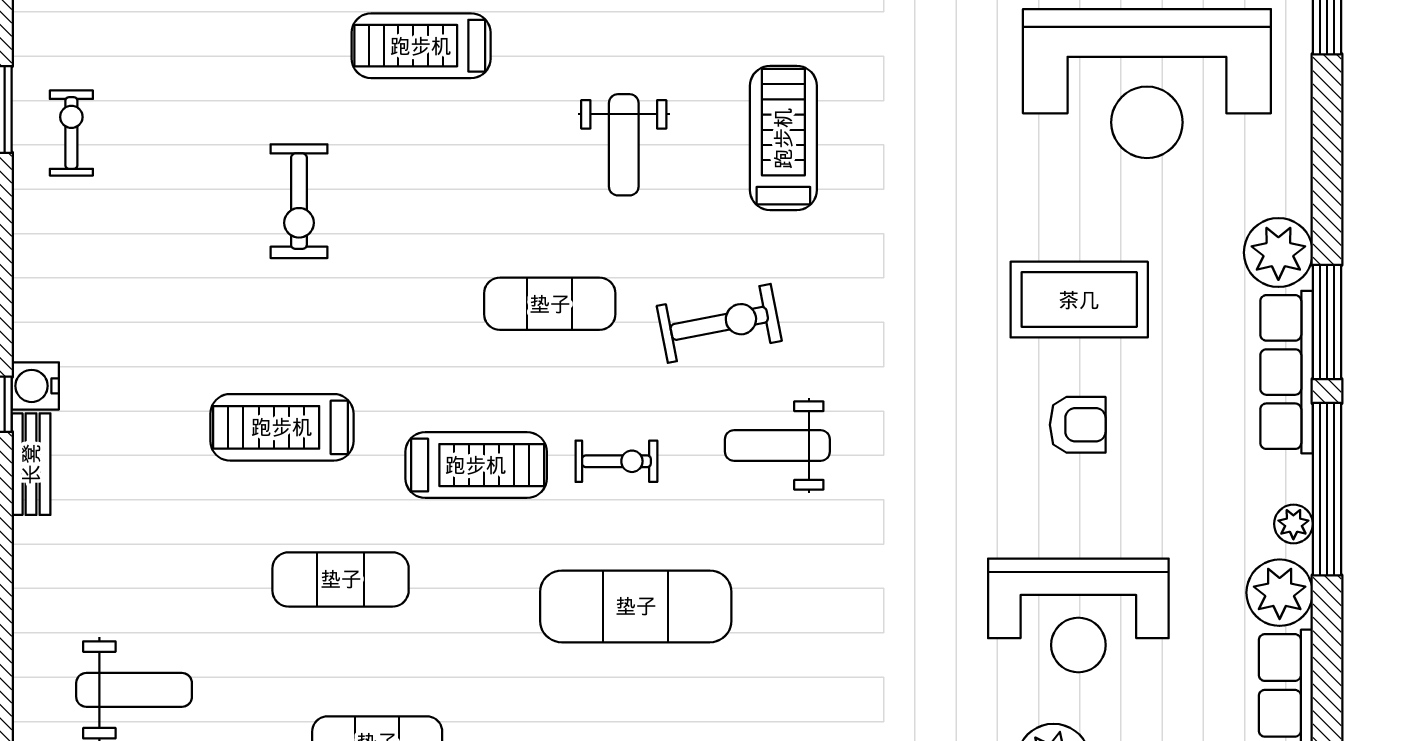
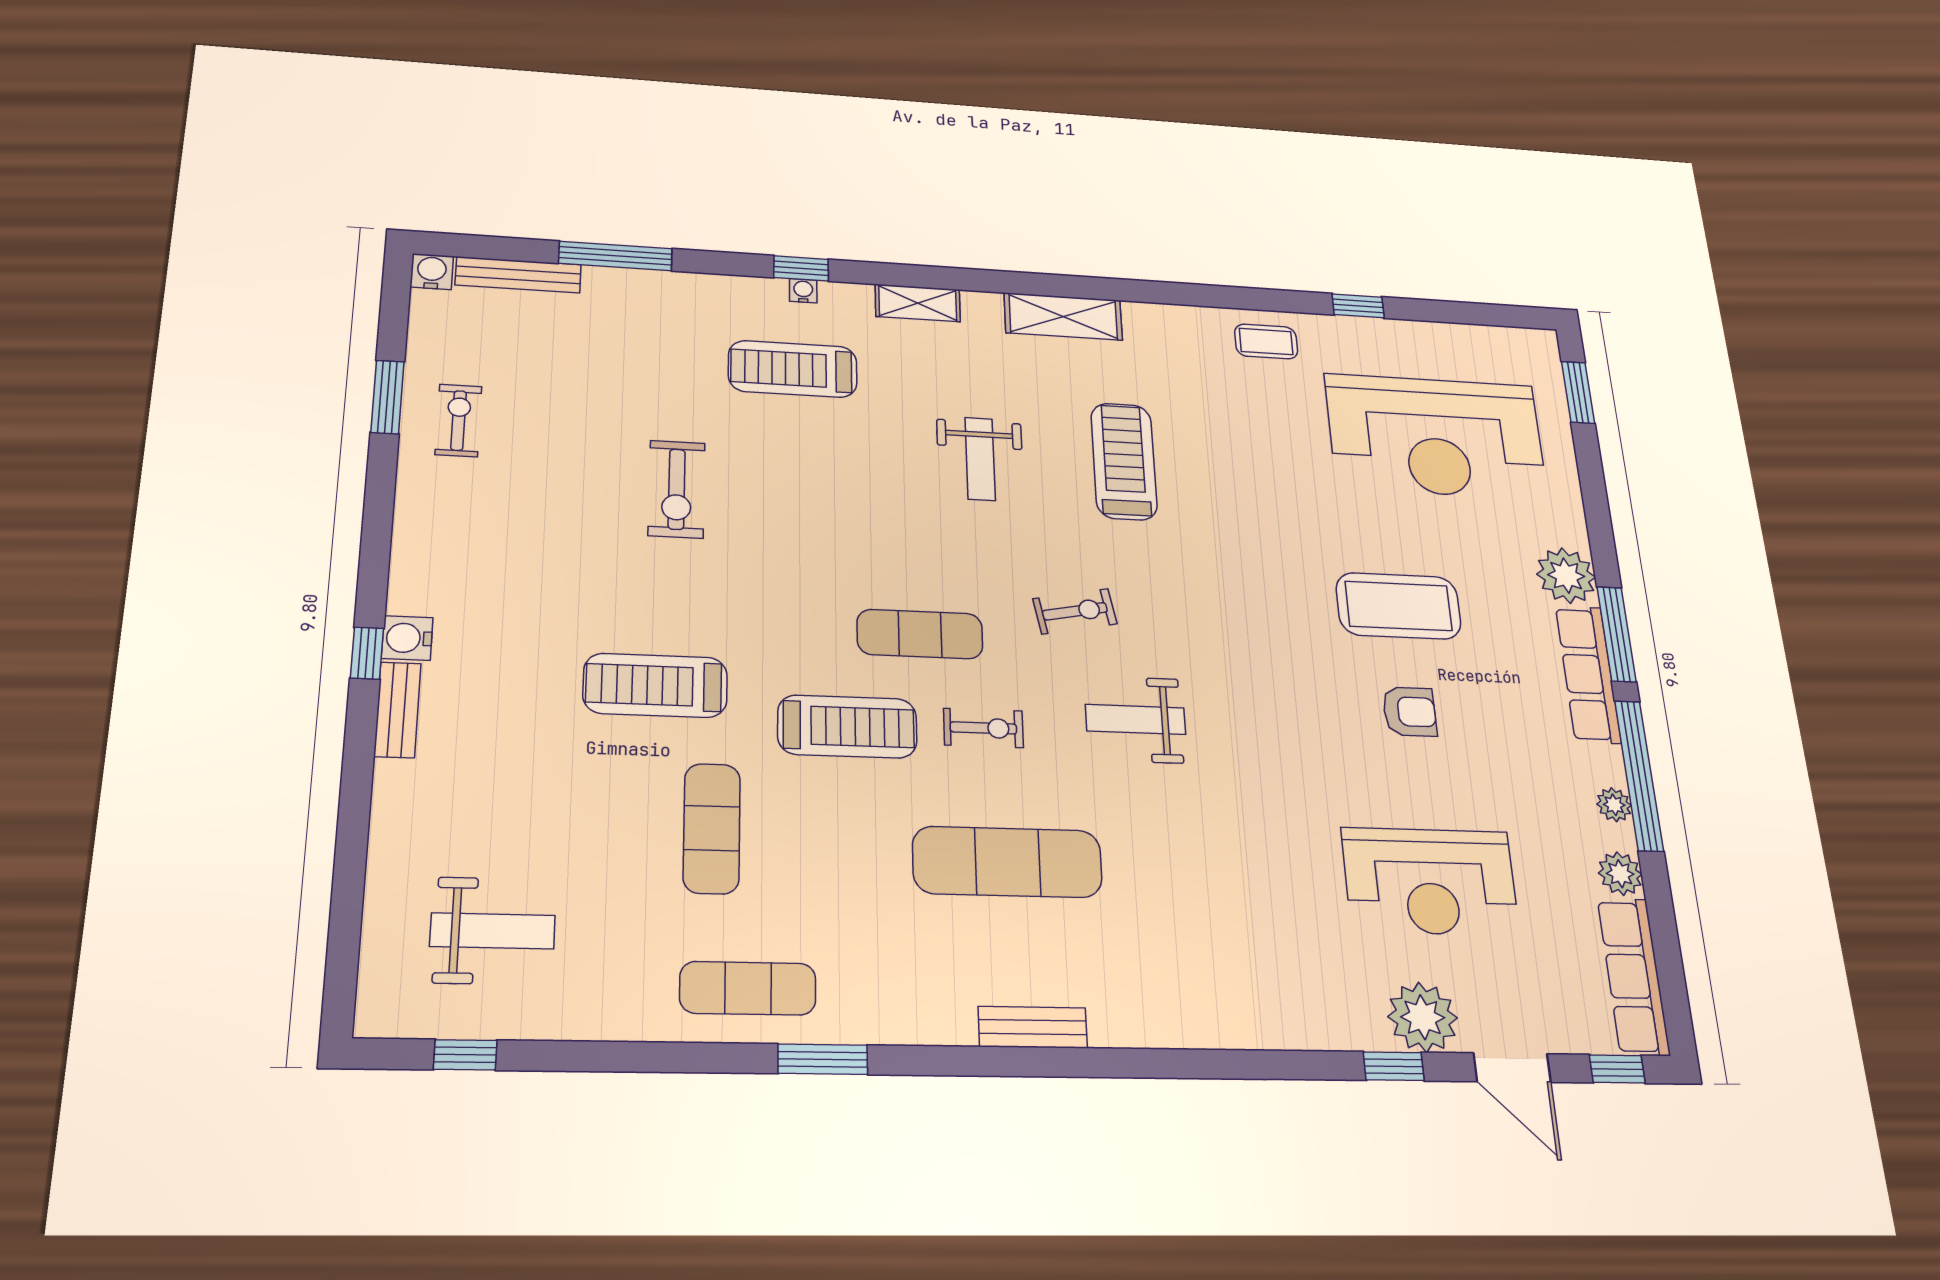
exercise mat: (550, 304) -> (920, 634), moved
exercise bike: (719, 323) -> (1075, 611), width x0.73, depth x0.72
exercise mat: (341, 579) -> (712, 828), turned 90
plant: (1280, 593) -> (1620, 874), width x0.73, depth x0.73

